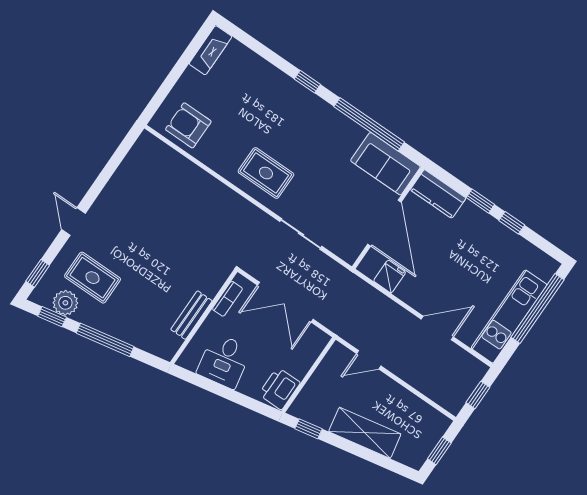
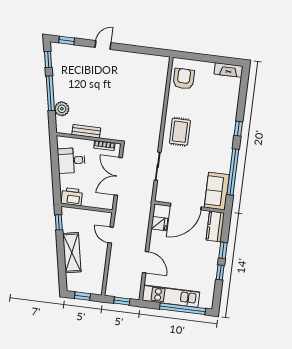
rug: (93, 278) -> (79, 70), removed
plant: (65, 303) -> (62, 109), moved

